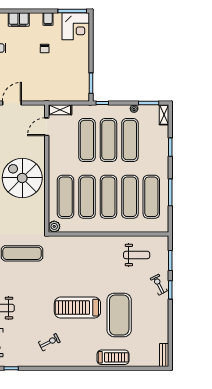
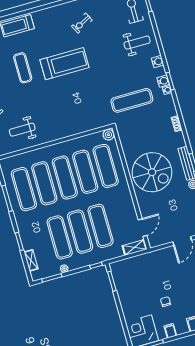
shelving: (164, 115) -> (31, 260), moved
exercise mat: (119, 315) -> (23, 68), width x0.50, depth x0.69

